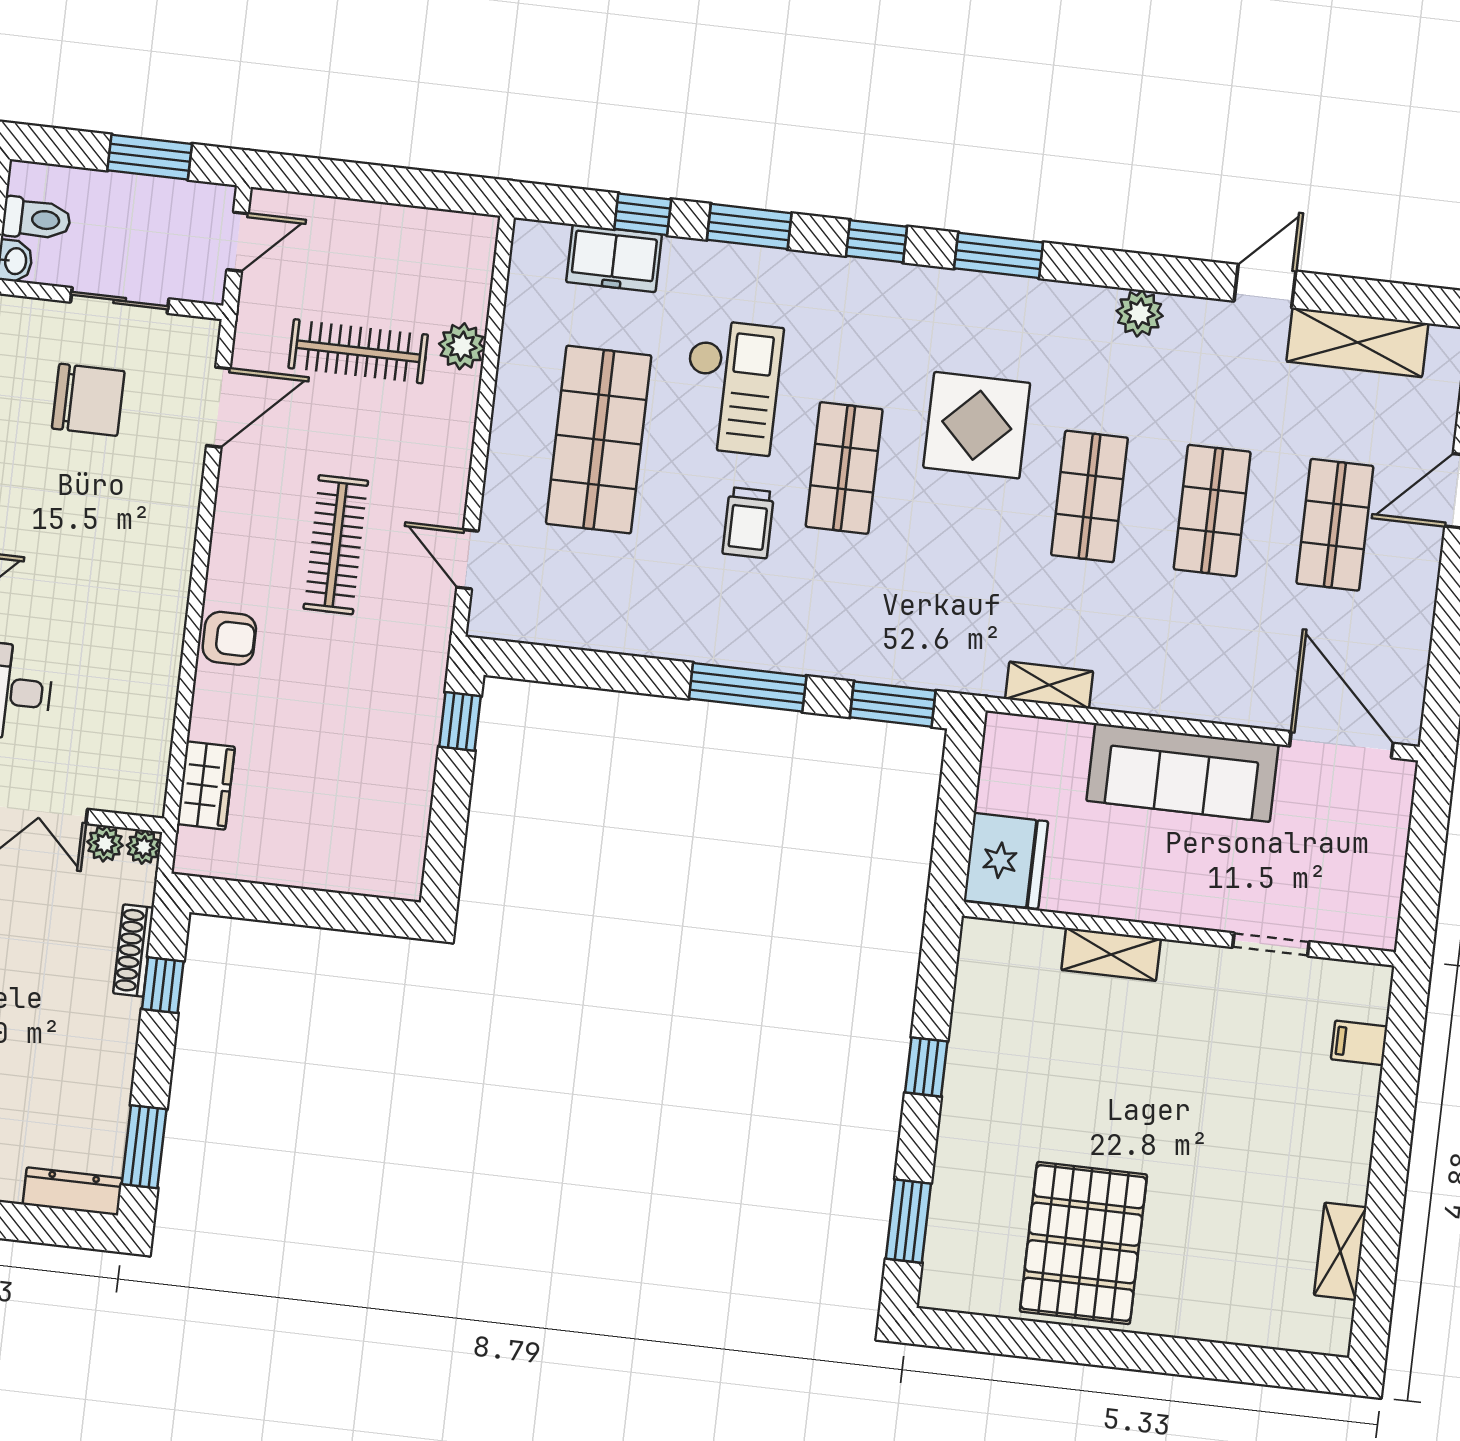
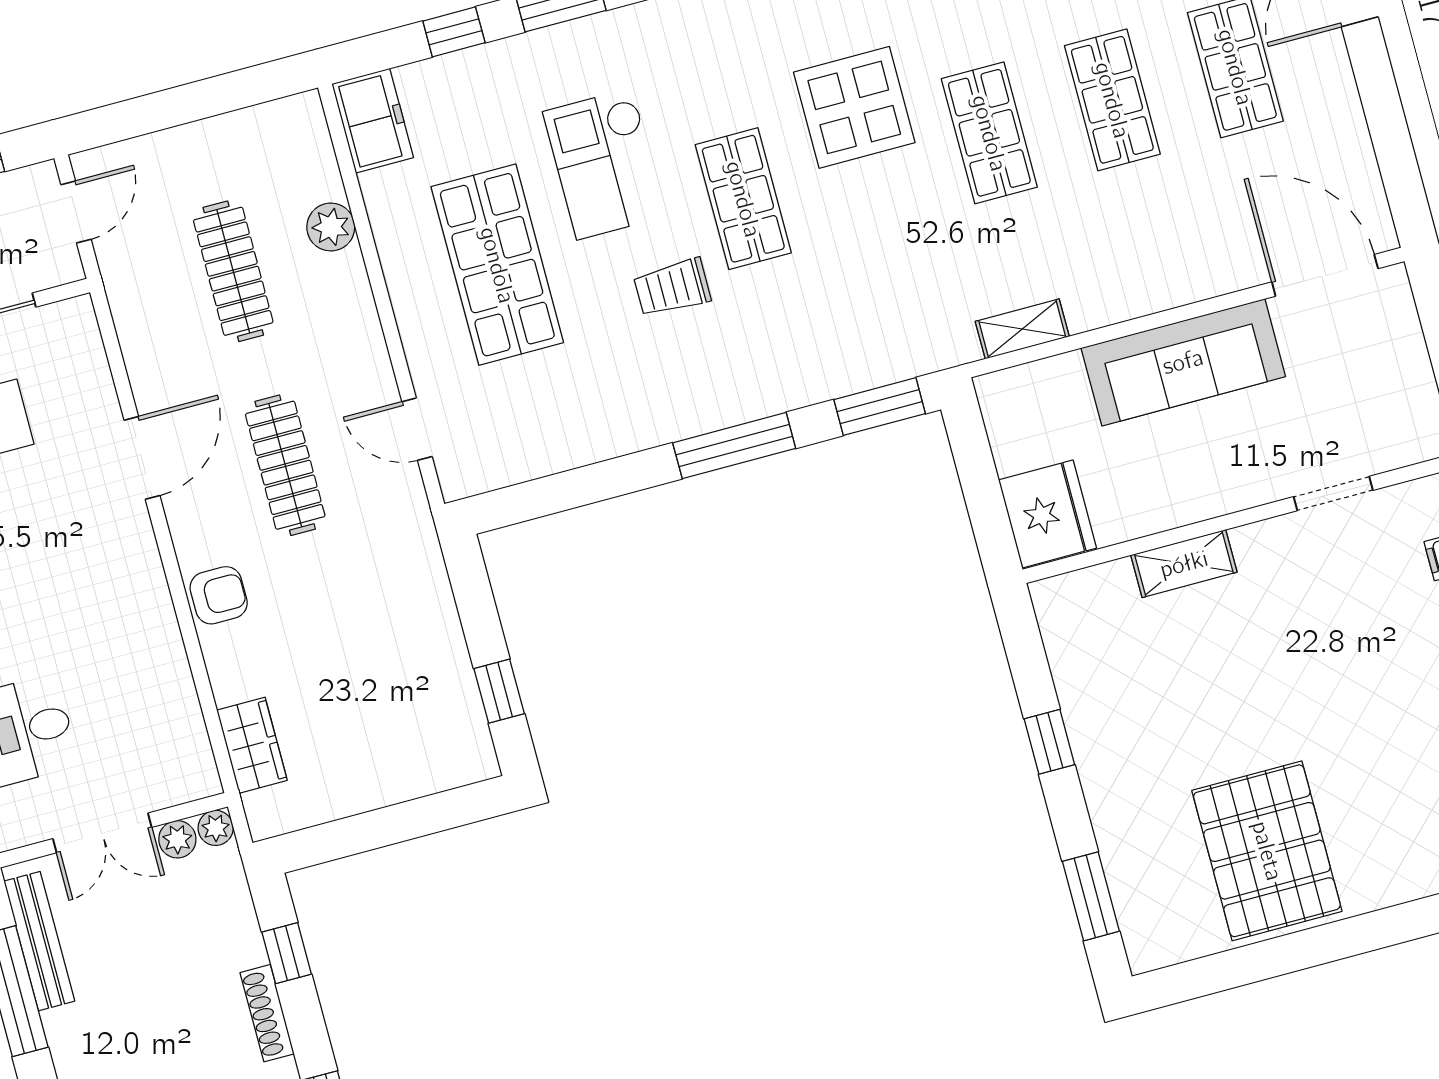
freezer: (614, 258) -> (373, 121), moved, turned -90
clothes rail: (358, 351) -> (233, 271), turned 90
checkout: (732, 387) -> (605, 164), turned 180
door: (218, 407) -> (142, 458), moved
trolley: (748, 523) -> (672, 288), turned 90
window: (460, 721) -> (499, 691), moved
shoe rack: (133, 951) -> (267, 1013), moved

